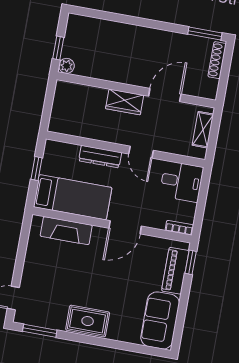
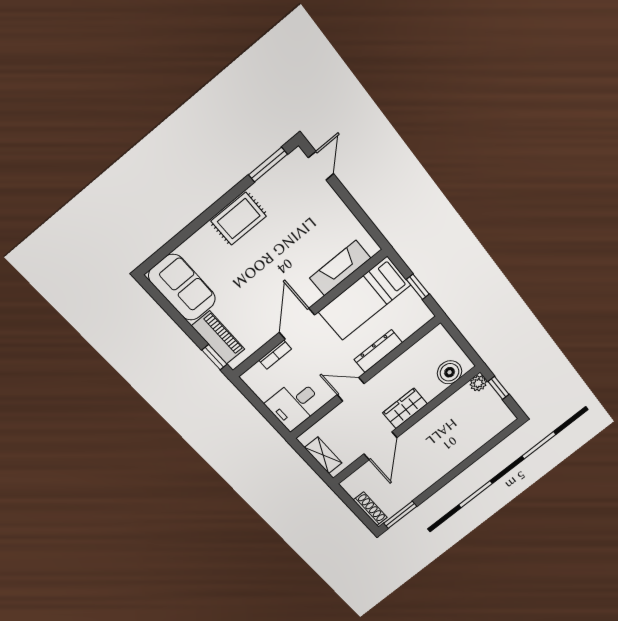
boiler: (75, 94) -> (450, 372), added
bookcase: (179, 228) -> (275, 355), moved

